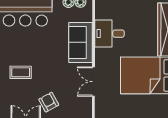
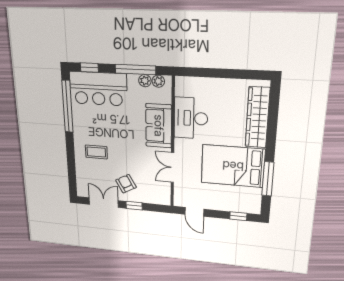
desk: (109, 34) -> (191, 118), width x1.37

